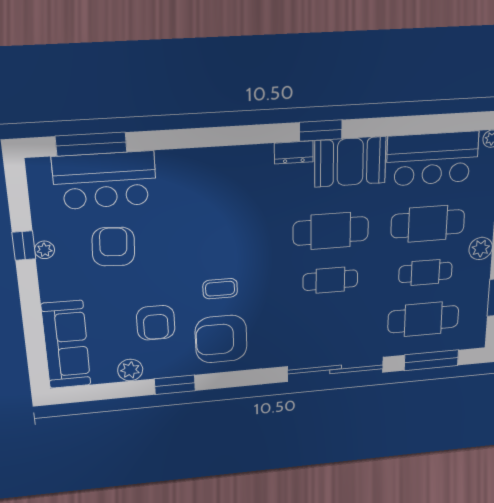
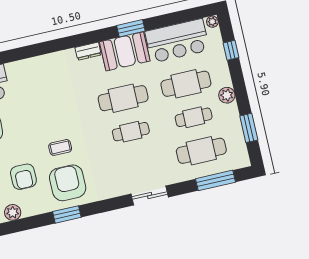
window: (321, 131) -> (131, 28), moved
armchair: (221, 339) -> (68, 183), turned 90
sliding door: (336, 369) -> (150, 196), width x0.54
window: (175, 385) -> (67, 214), moved

